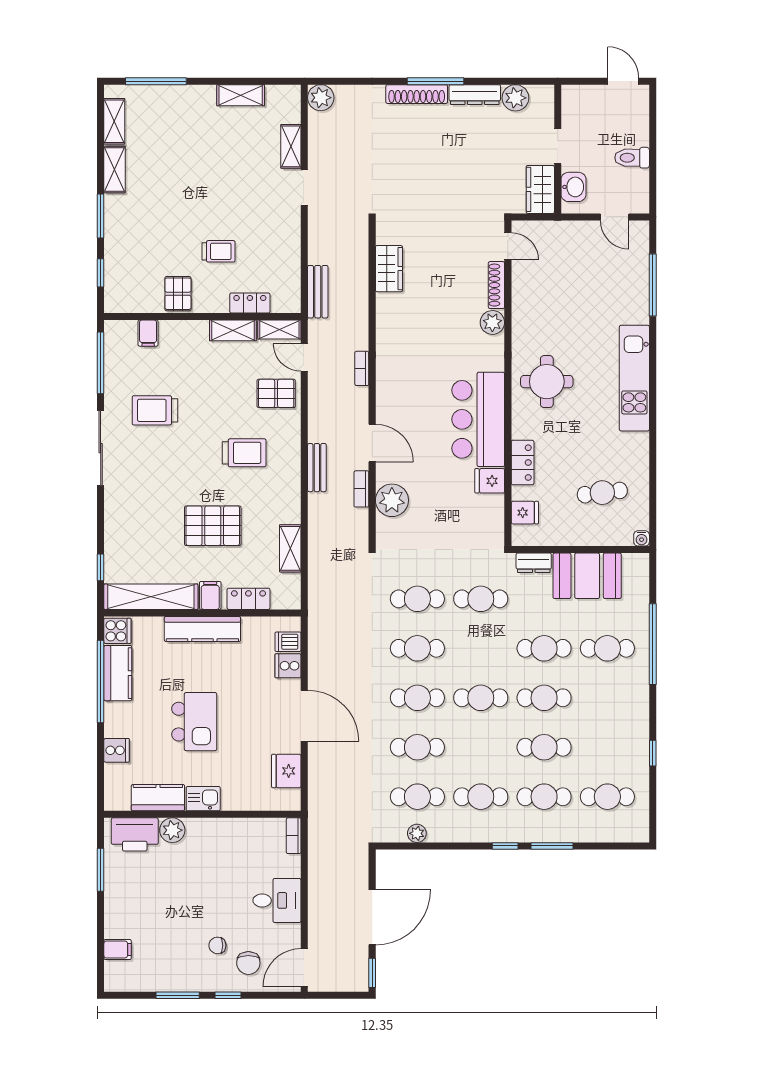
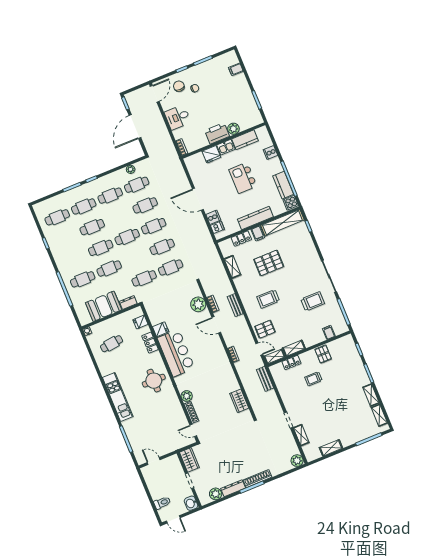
toilet: (632, 158) -> (162, 503), moved
washbasin: (574, 187) -> (191, 503), moved
fridge: (286, 771) -> (211, 154), moved, turned 90
printer: (135, 834) -> (217, 133), moved

